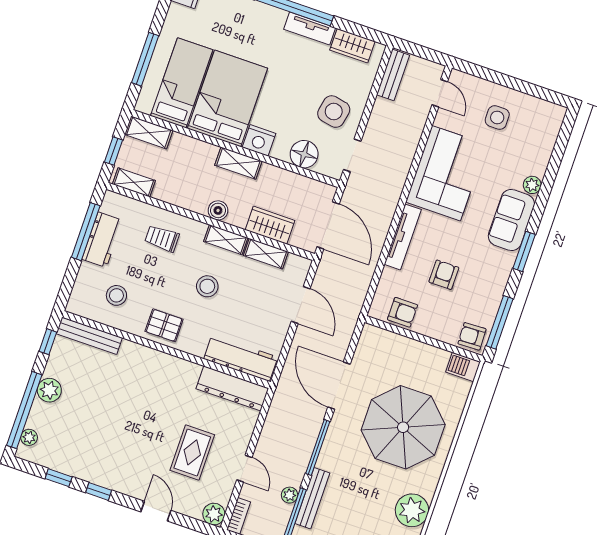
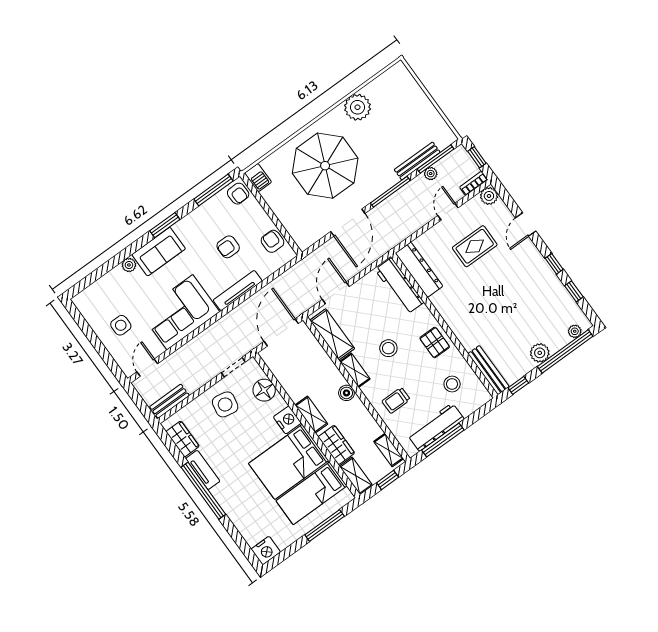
wardrobe: (270, 225) -> (336, 445), moved, turned 180
trolley: (162, 238) -> (396, 400), turned 90
workbench: (102, 240) -> (436, 427), width x1.38
shelving: (266, 254) -> (332, 334), width x1.50, depth x1.33

